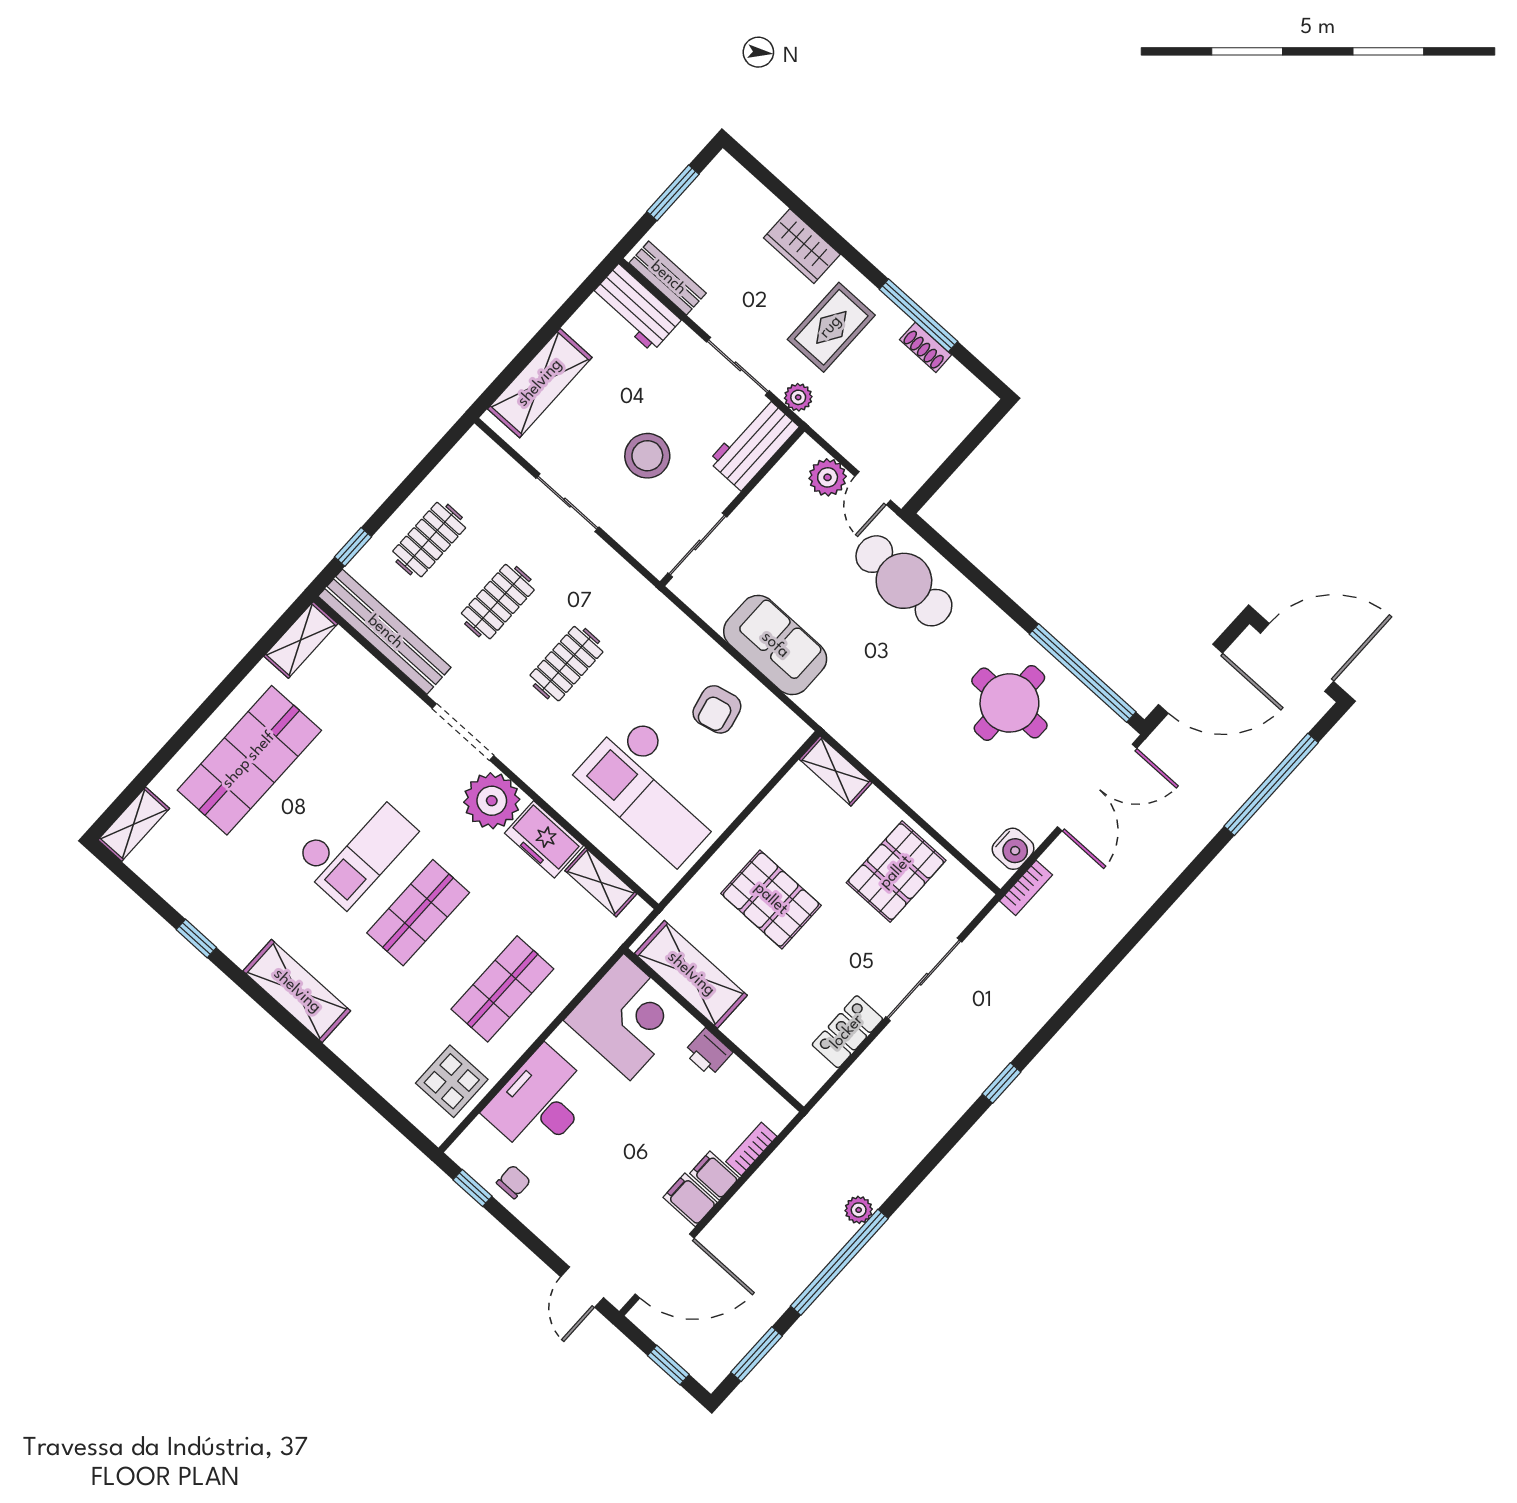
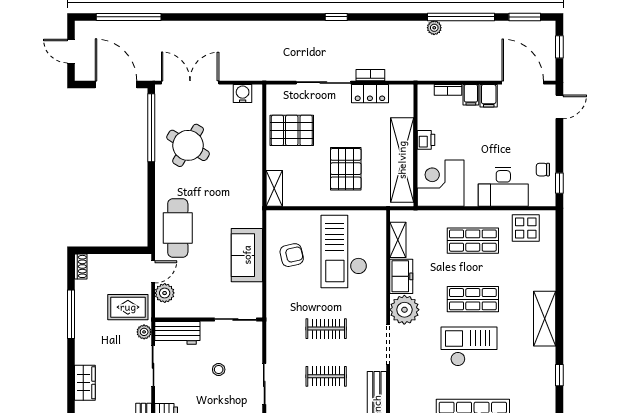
rug: (831, 327) -> (128, 307), moved
shoe rack: (926, 347) -> (81, 266), moved
stool: (647, 456) -> (219, 369), width x0.53, depth x0.53
door: (1297, 657) -> (71, 51), width x0.53
round table: (1009, 703) -> (188, 145), turned 31
checkout: (654, 789) -> (344, 251), turned 180
bookcase: (1026, 888) -> (370, 75), moved
shelving: (691, 974) -> (402, 160), width x1.47

